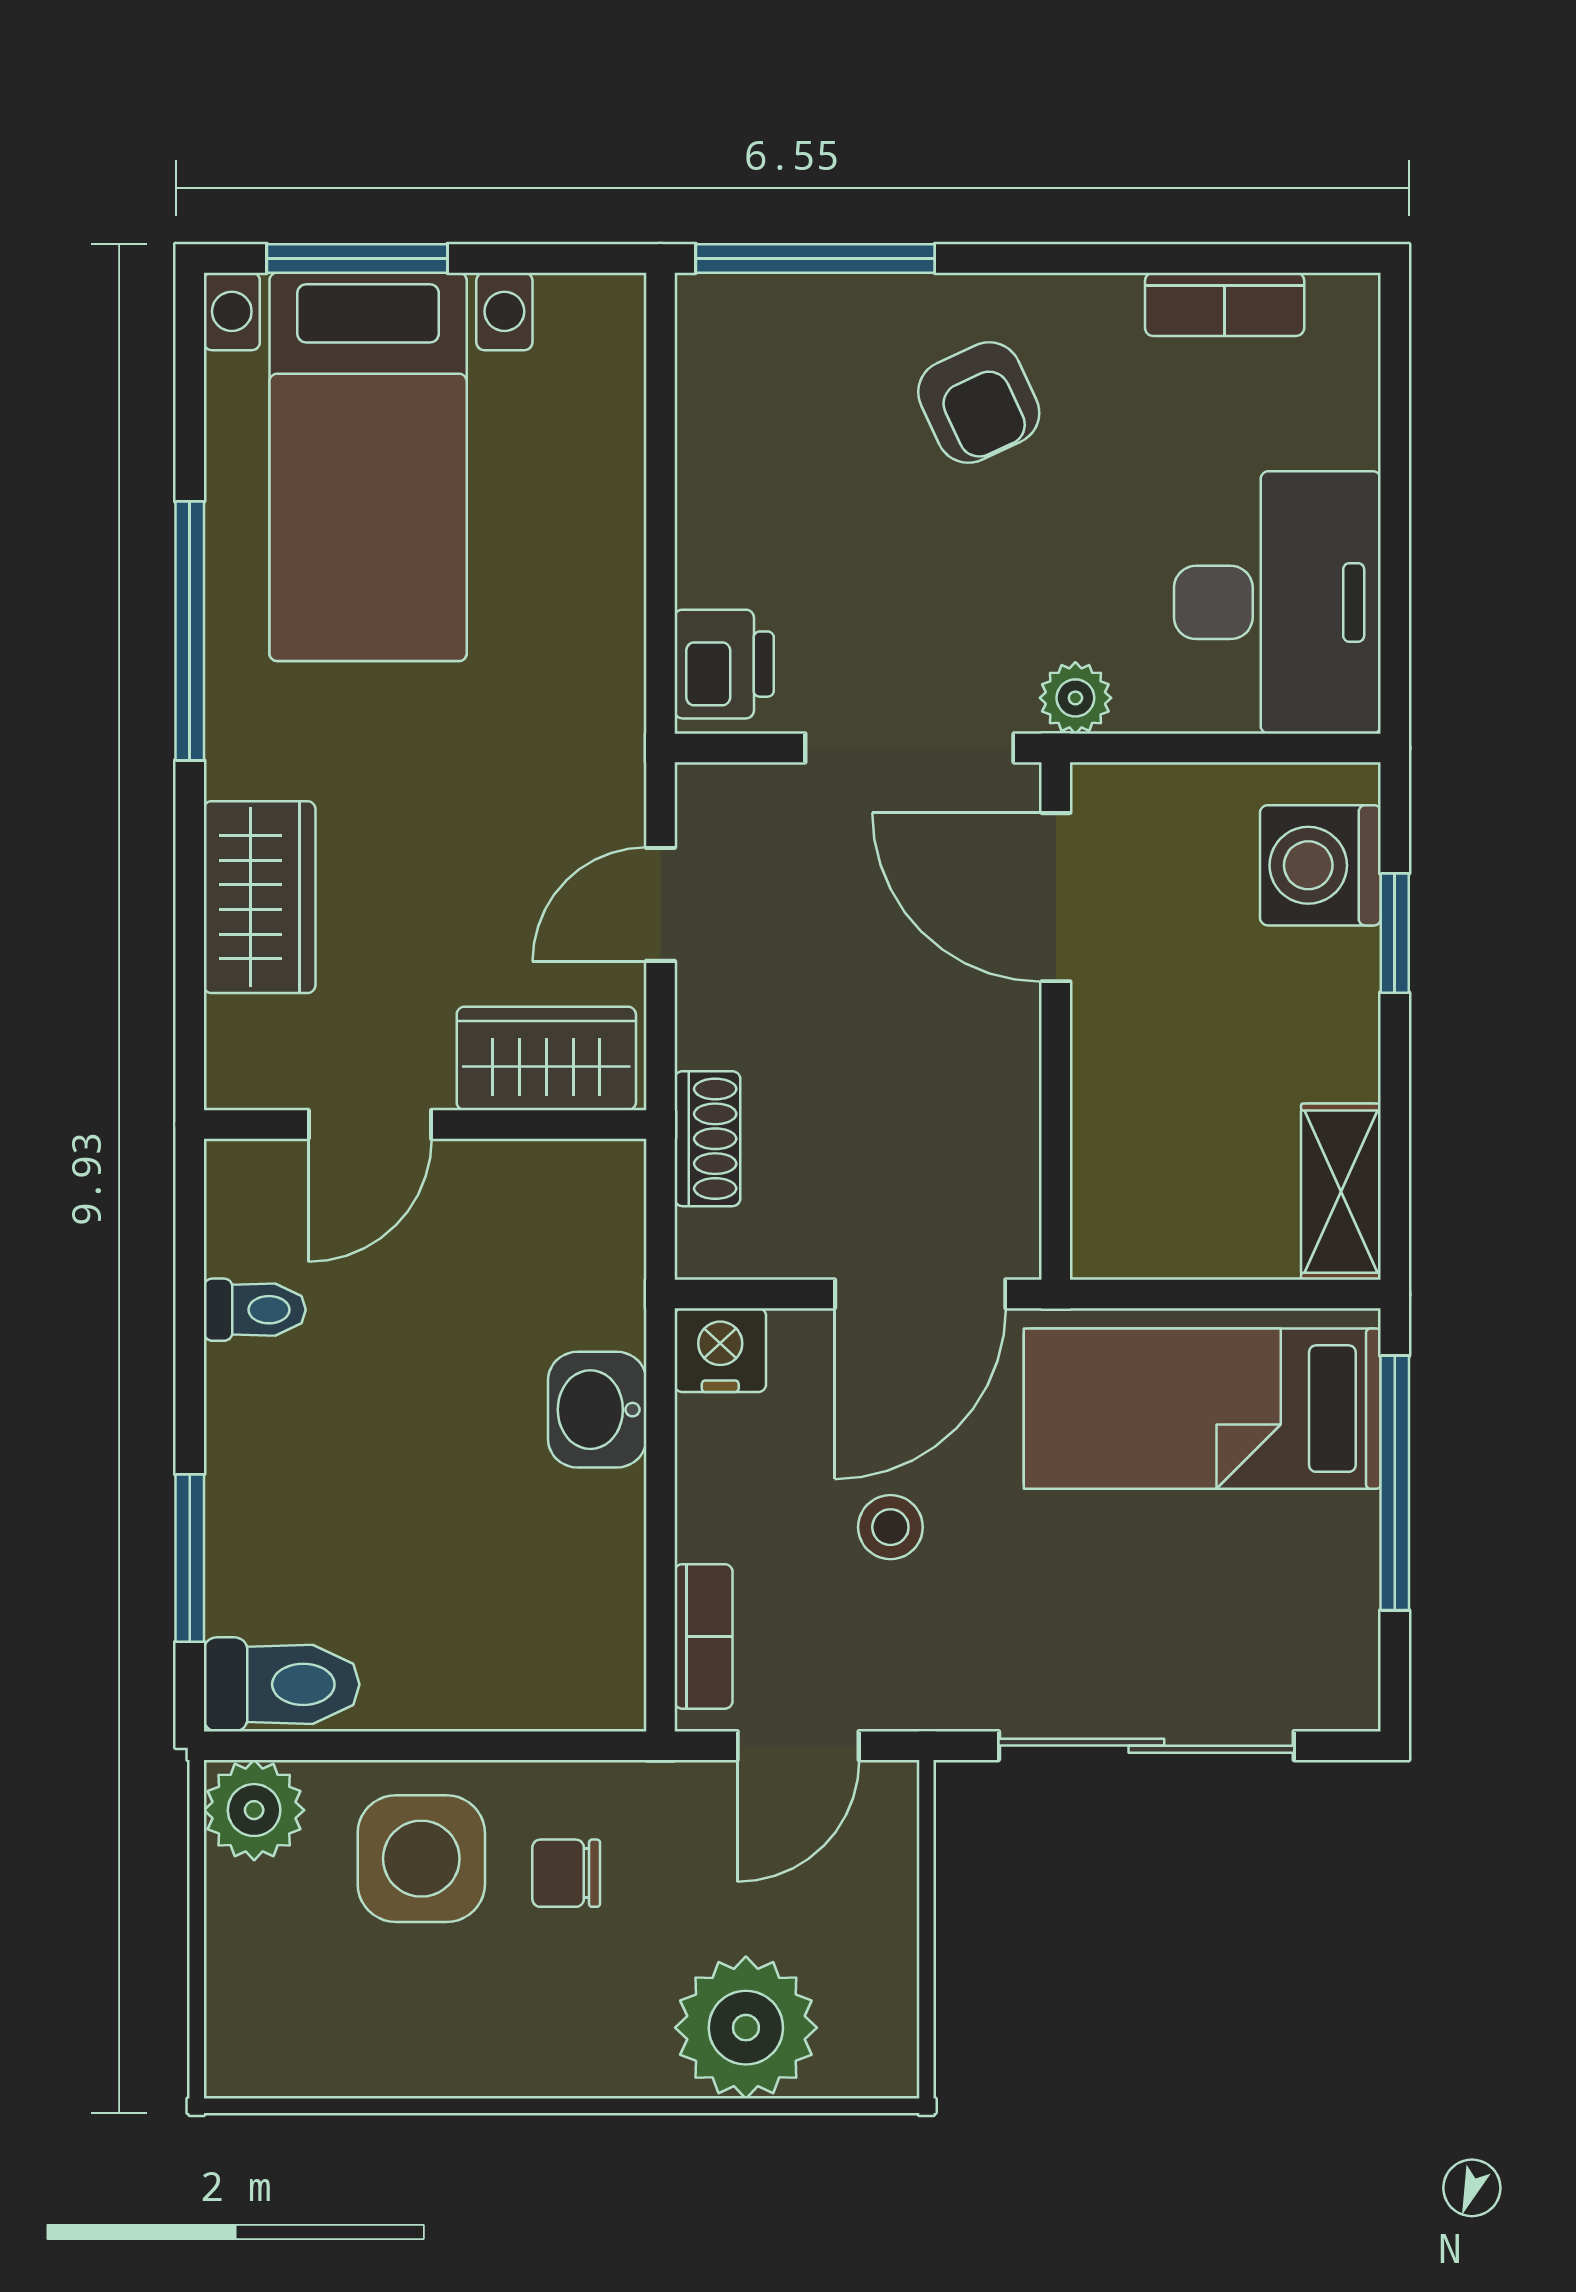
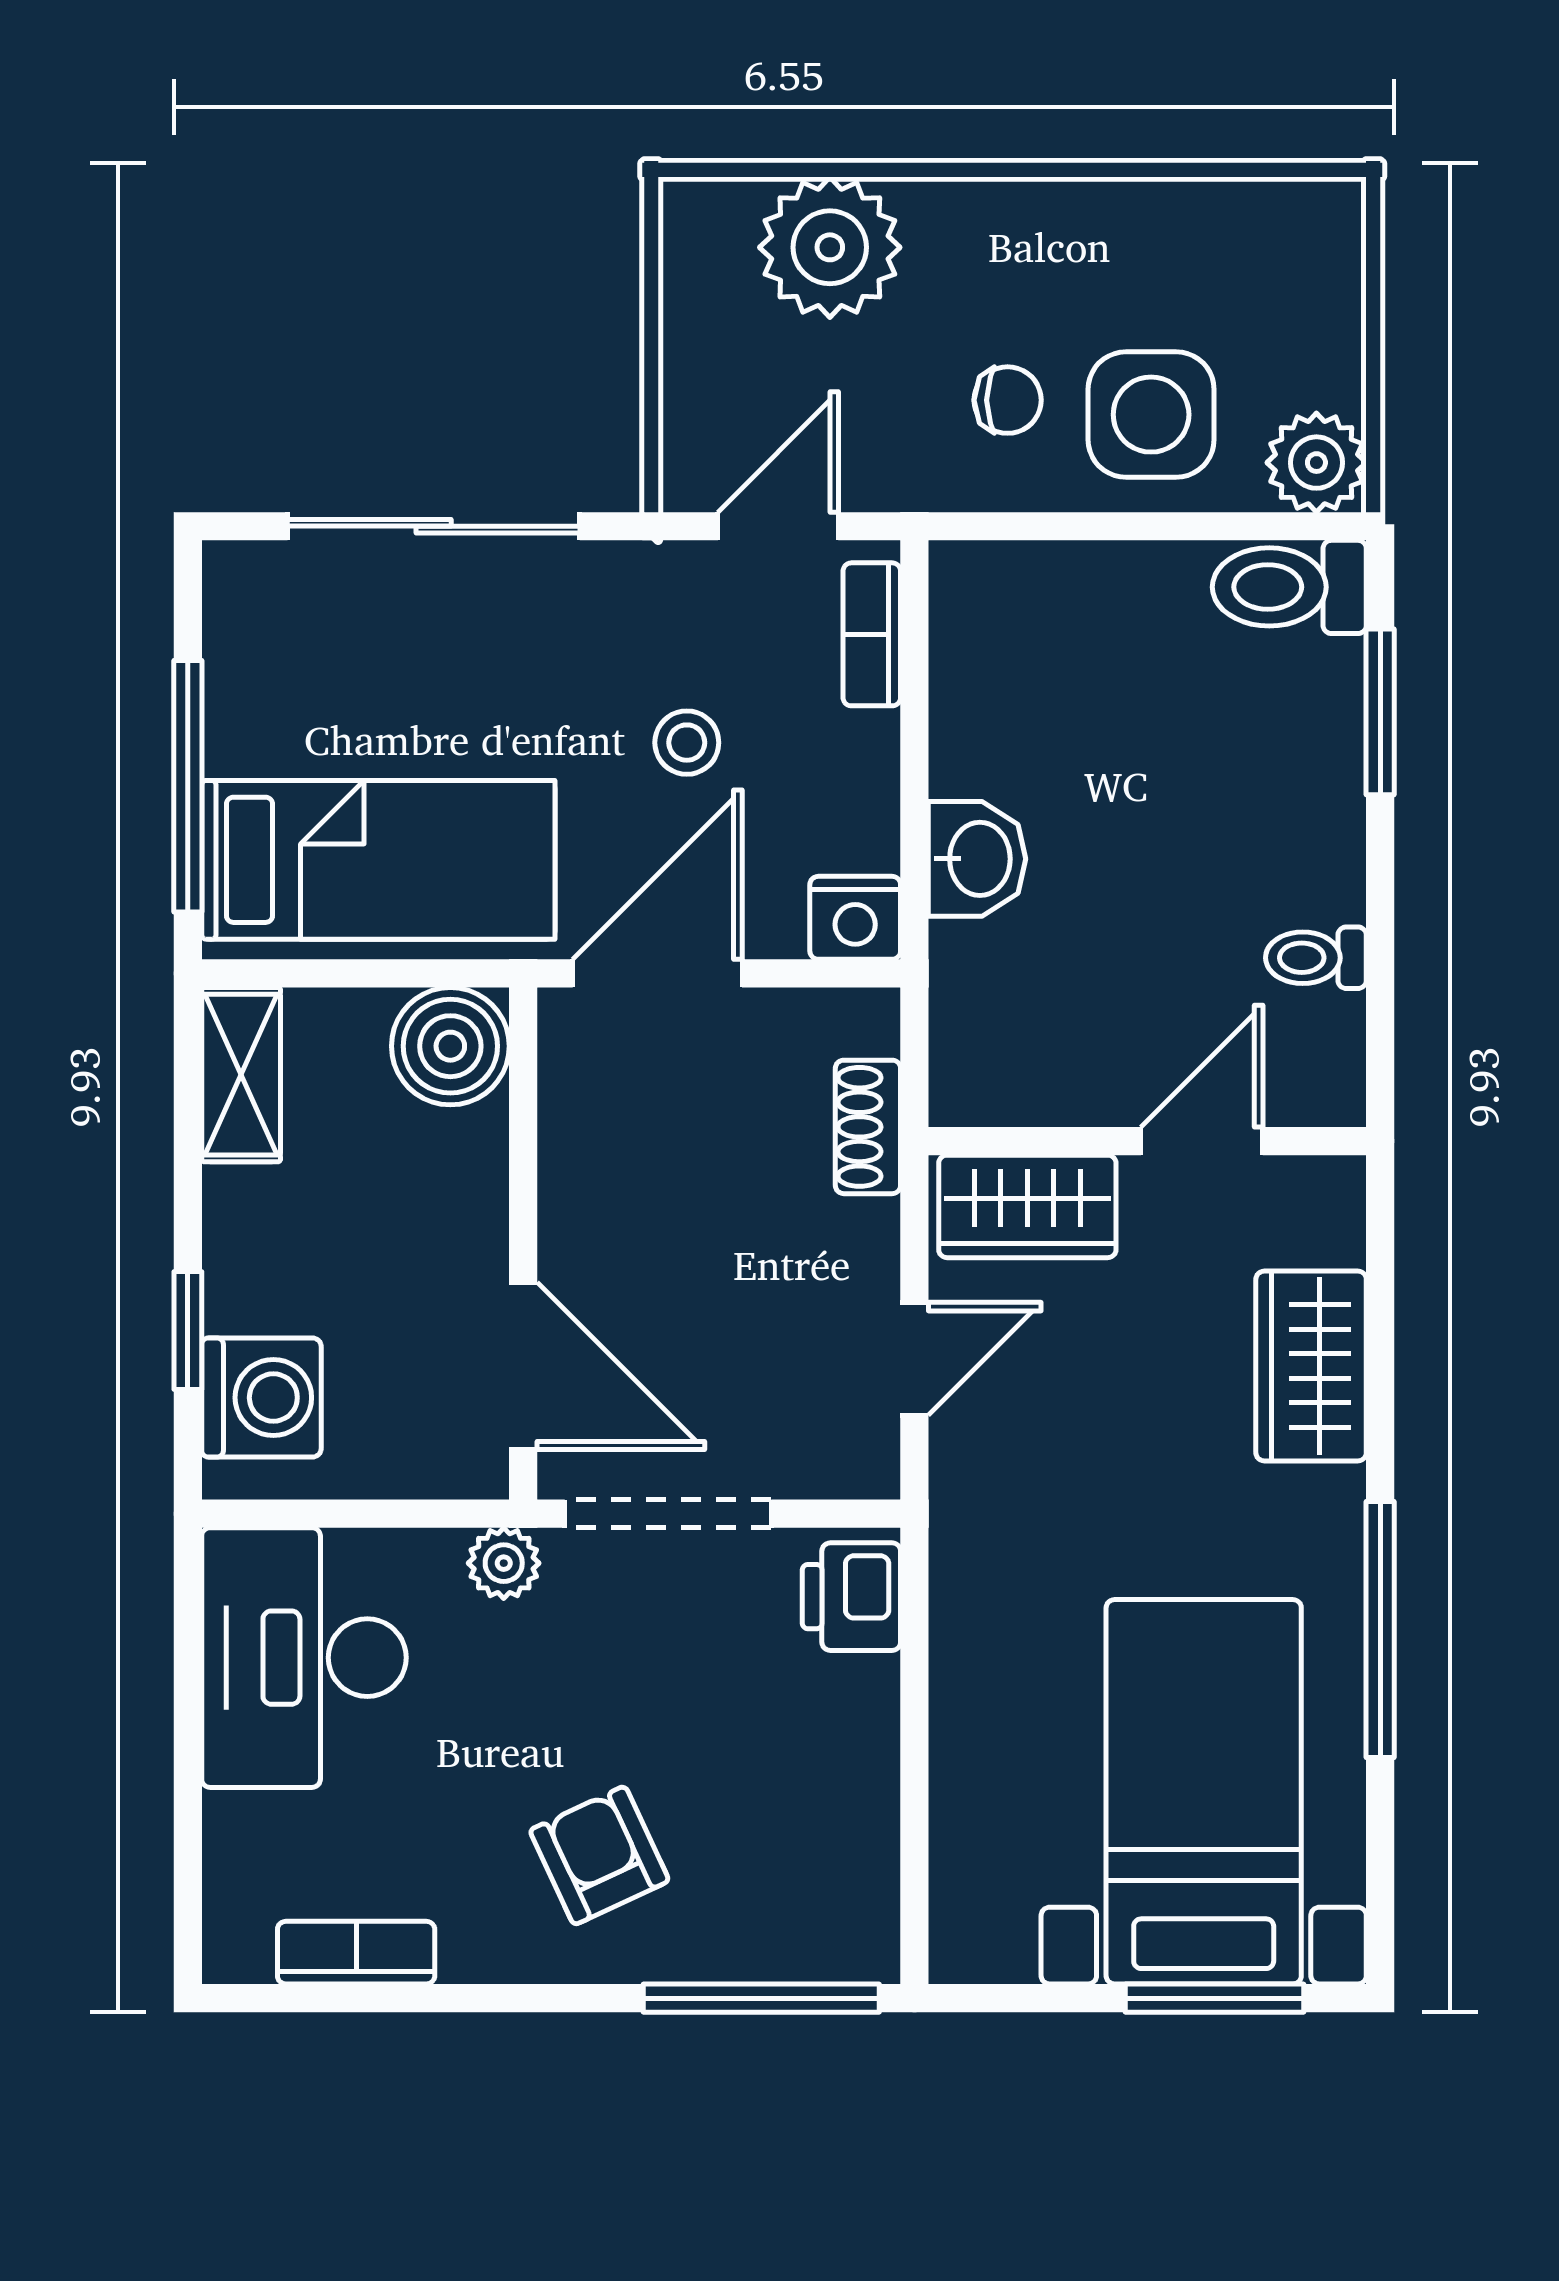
boiler: (1129, 1220) -> (450, 1046), added

